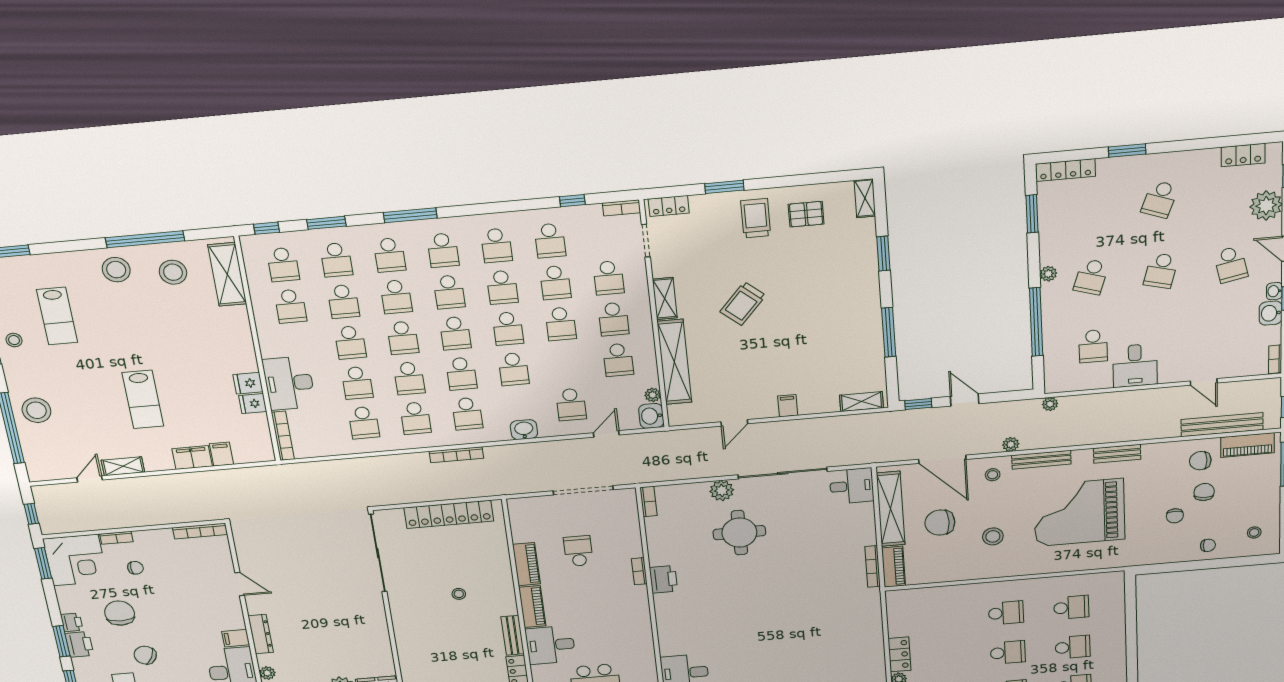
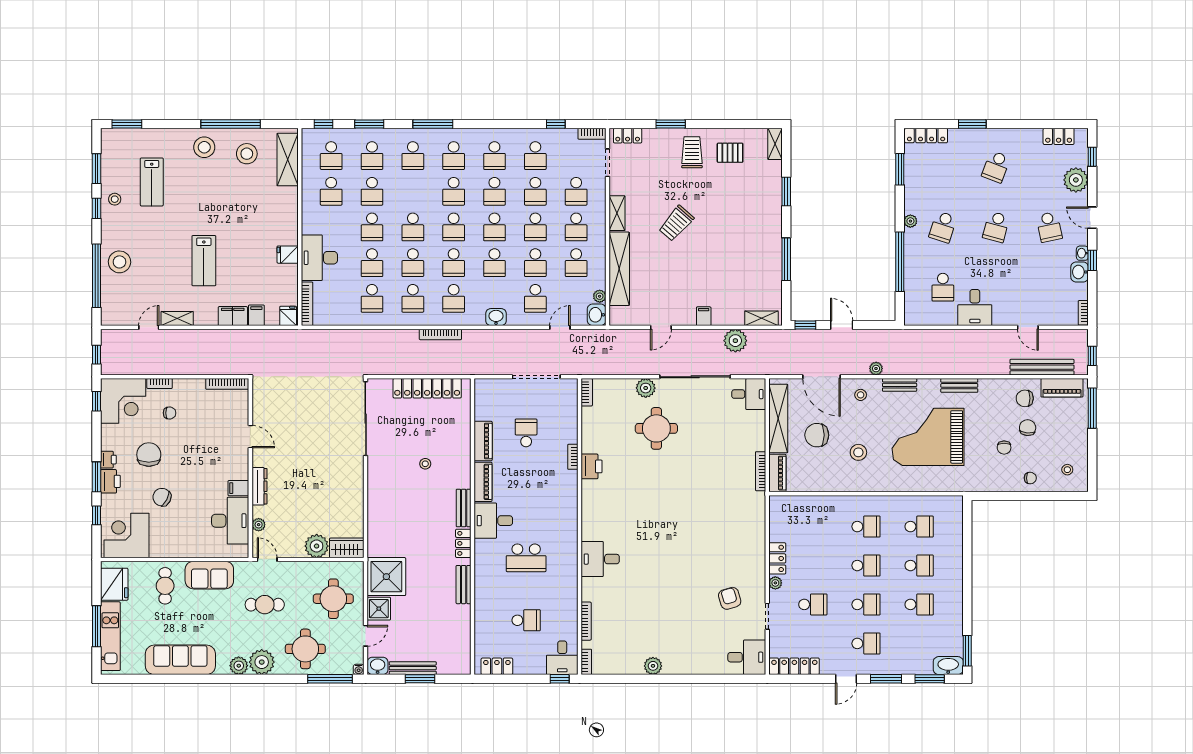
school desk: (396, 297) -> (535, 263), moved
fridge: (253, 404) -> (288, 316), moved, turned 90
plant: (1050, 404) -> (735, 341), moved, width x1.88, depth x1.88
bench: (1041, 460) -> (900, 385), width x0.73
window: (43, 563) -> (96, 401), width x0.67

